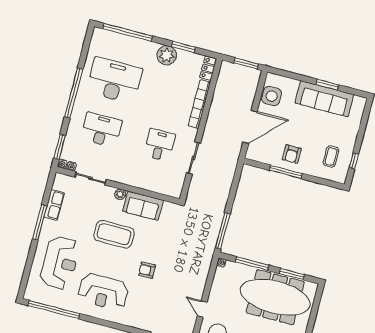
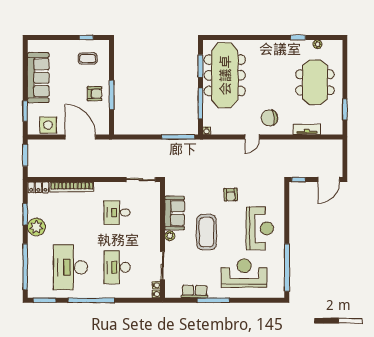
window: (327, 85) -> (25, 111), moved
window: (60, 147) -> (45, 300), moved
sliding door: (194, 158) -> (141, 180), moved

